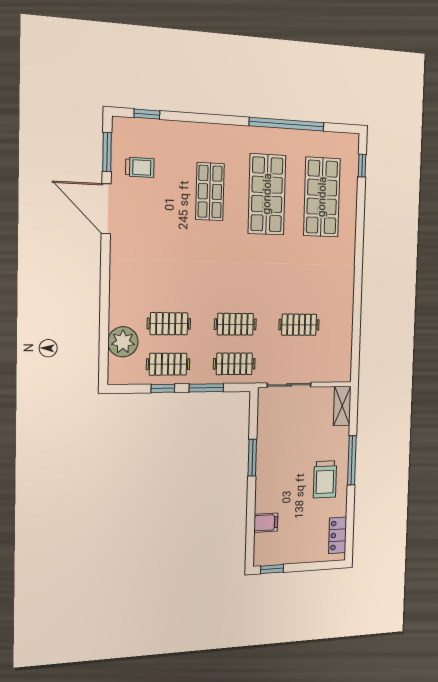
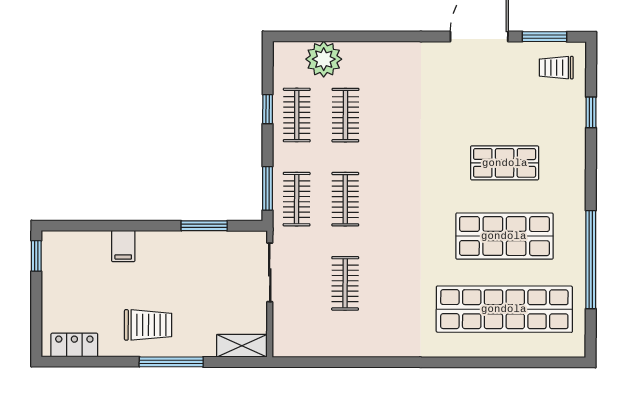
window: (147, 114) -> (591, 112), moved
window: (362, 166) -> (546, 362), removed
trolley: (140, 167) -> (556, 68), moved, turned 90
shop shelf: (322, 197) -> (504, 309), width x1.40
window: (206, 388) -> (267, 188), moved
window: (252, 458) -> (204, 226), moved
trolley: (325, 479) -> (148, 325), turned 180
filing cabinet: (266, 523) -> (123, 246), moved

